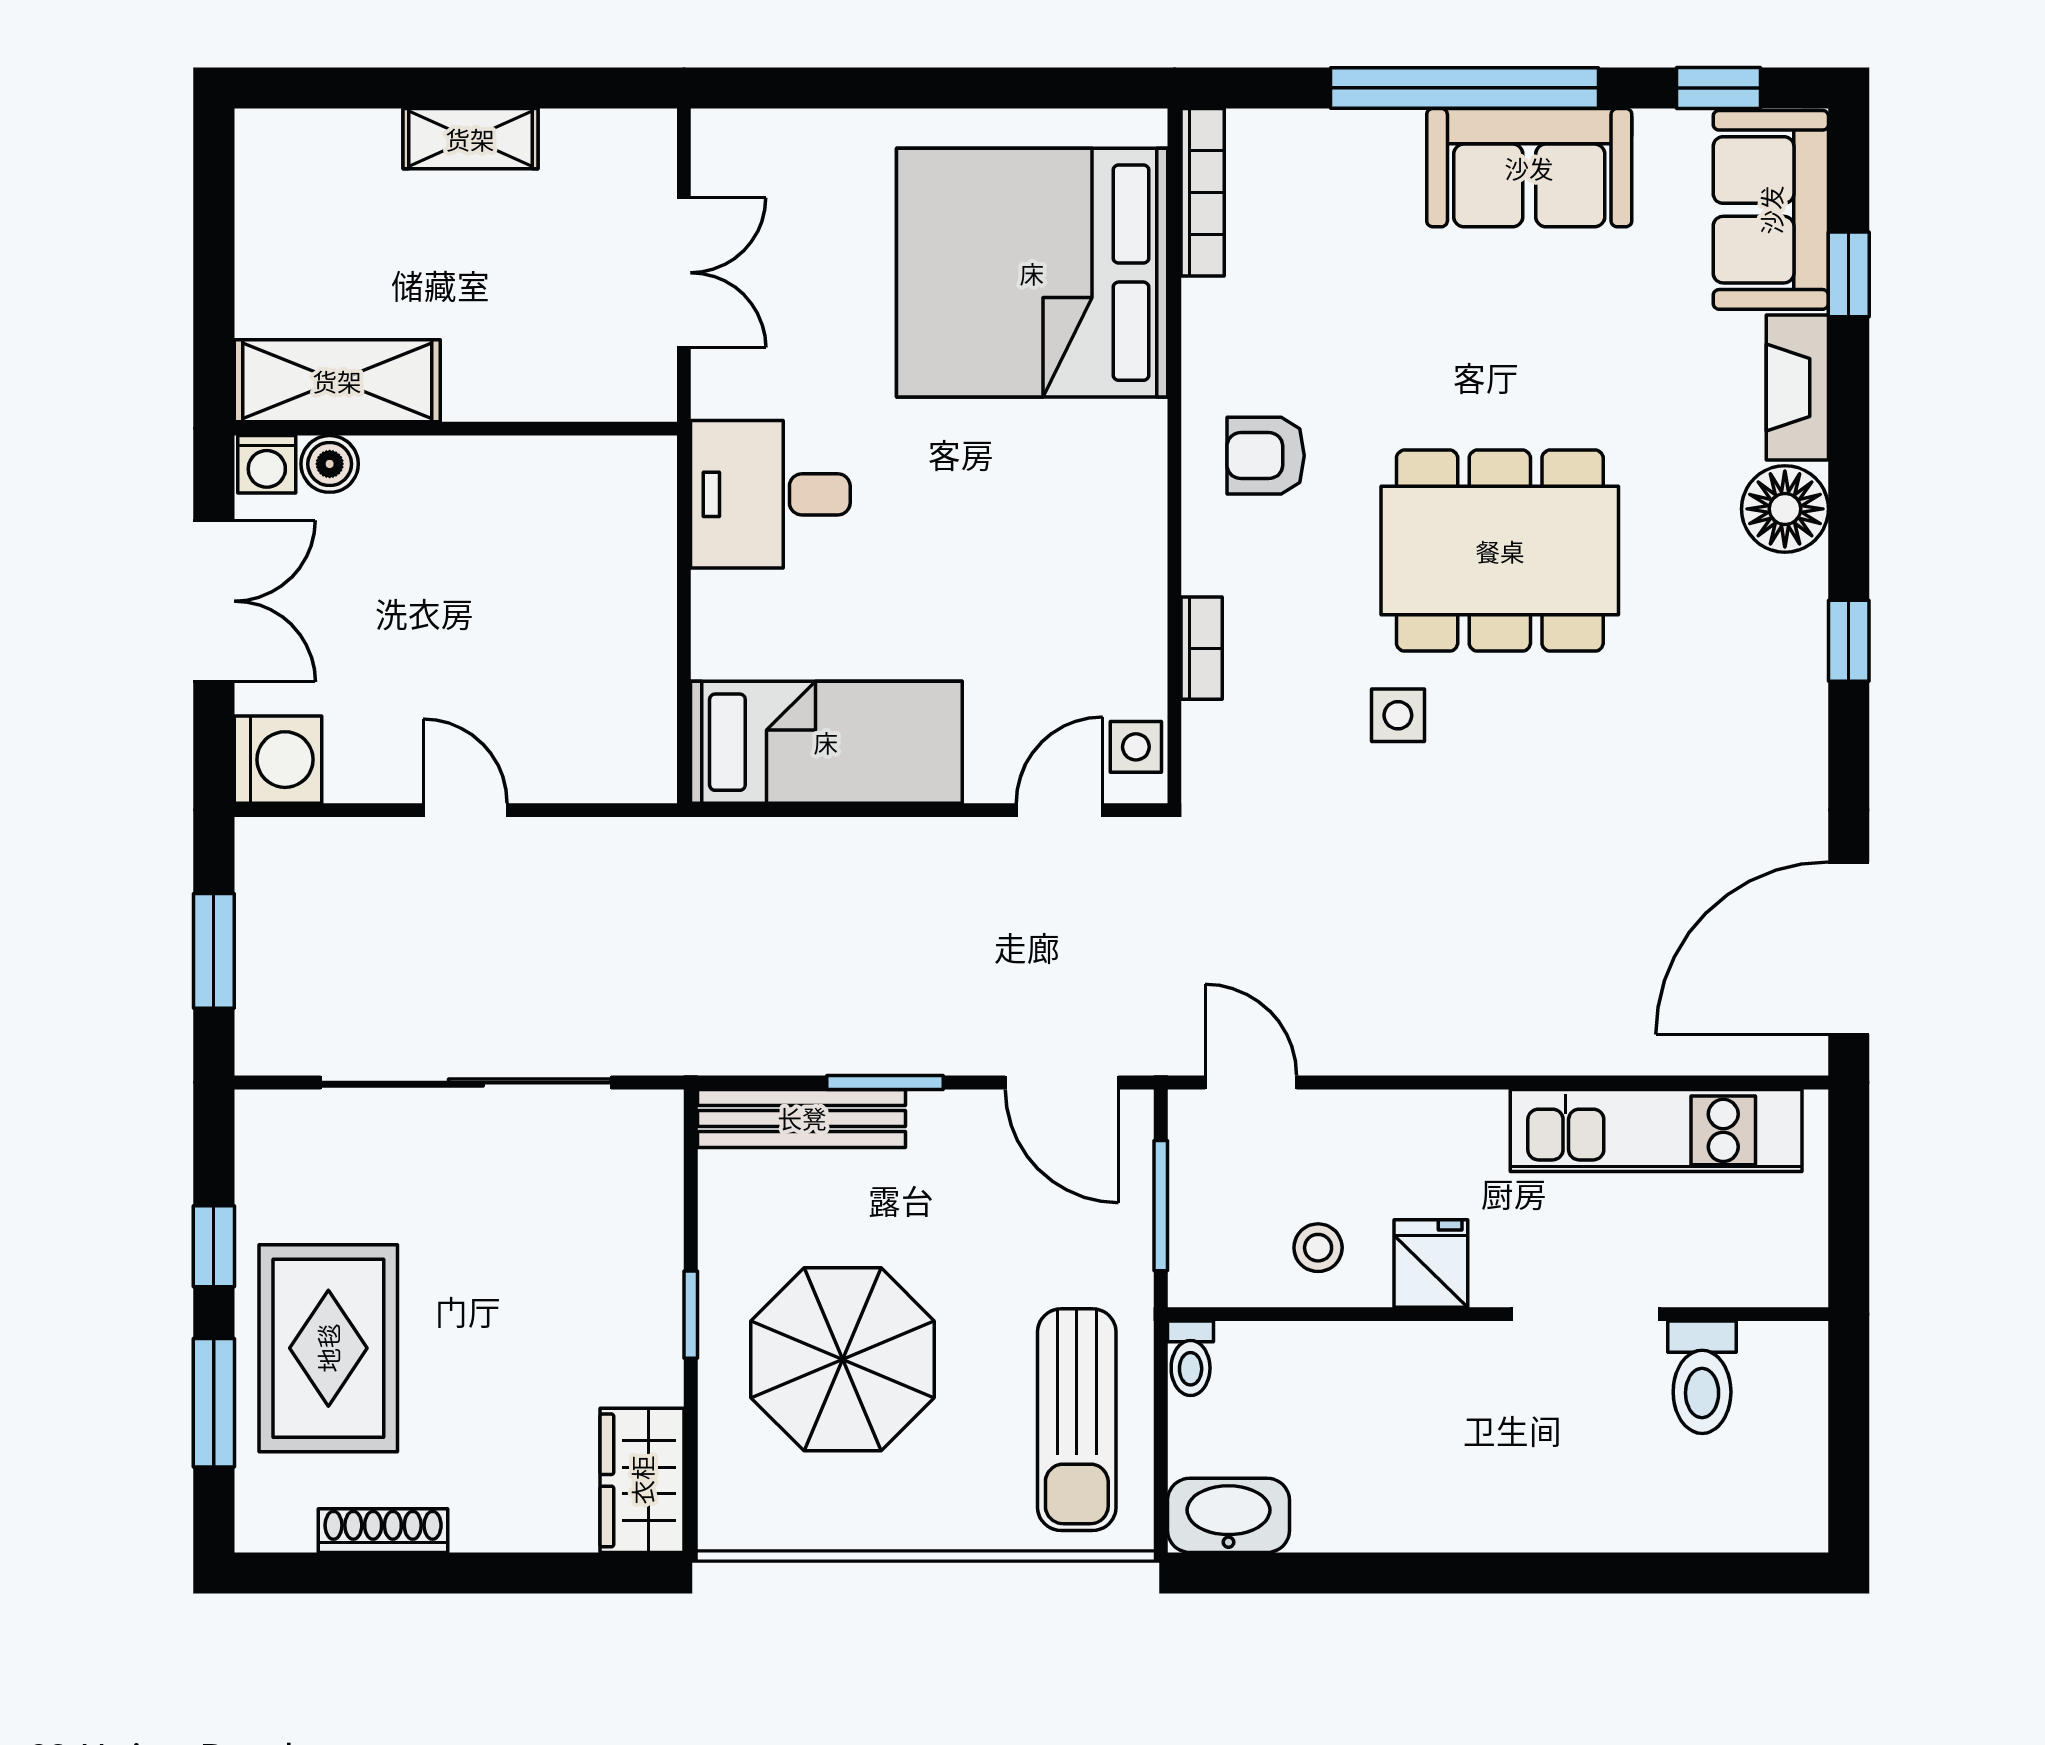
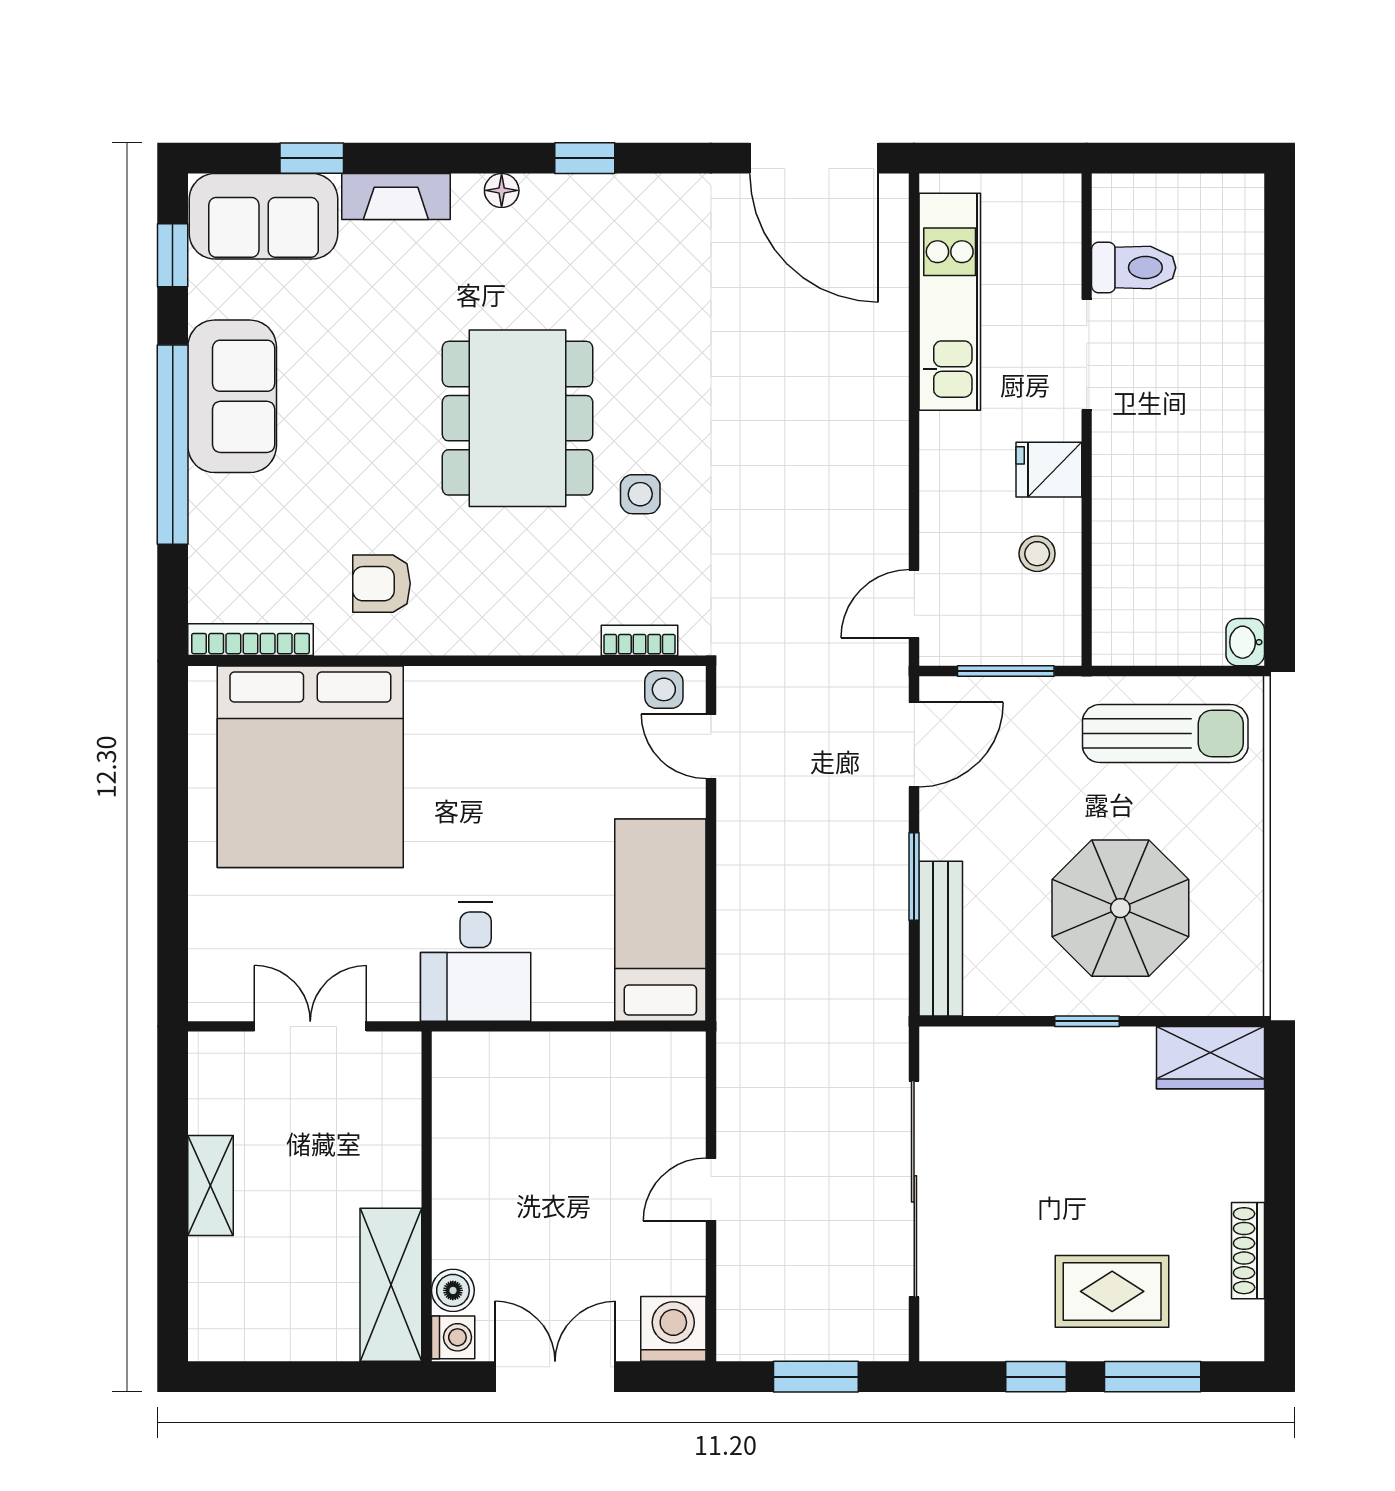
armchair: (1266, 456) -> (381, 584), moved, turned 90
floor lamp: (1785, 509) -> (502, 190), width x0.53, depth x0.53
bookcase: (1202, 648) -> (640, 640), moved
rug: (328, 1348) -> (1112, 1291), width x0.73, depth x0.70
toilet: (1191, 1358) -> (1120, 649), removed
washbasin: (1228, 1515) -> (1245, 642), width x0.52, depth x0.69

